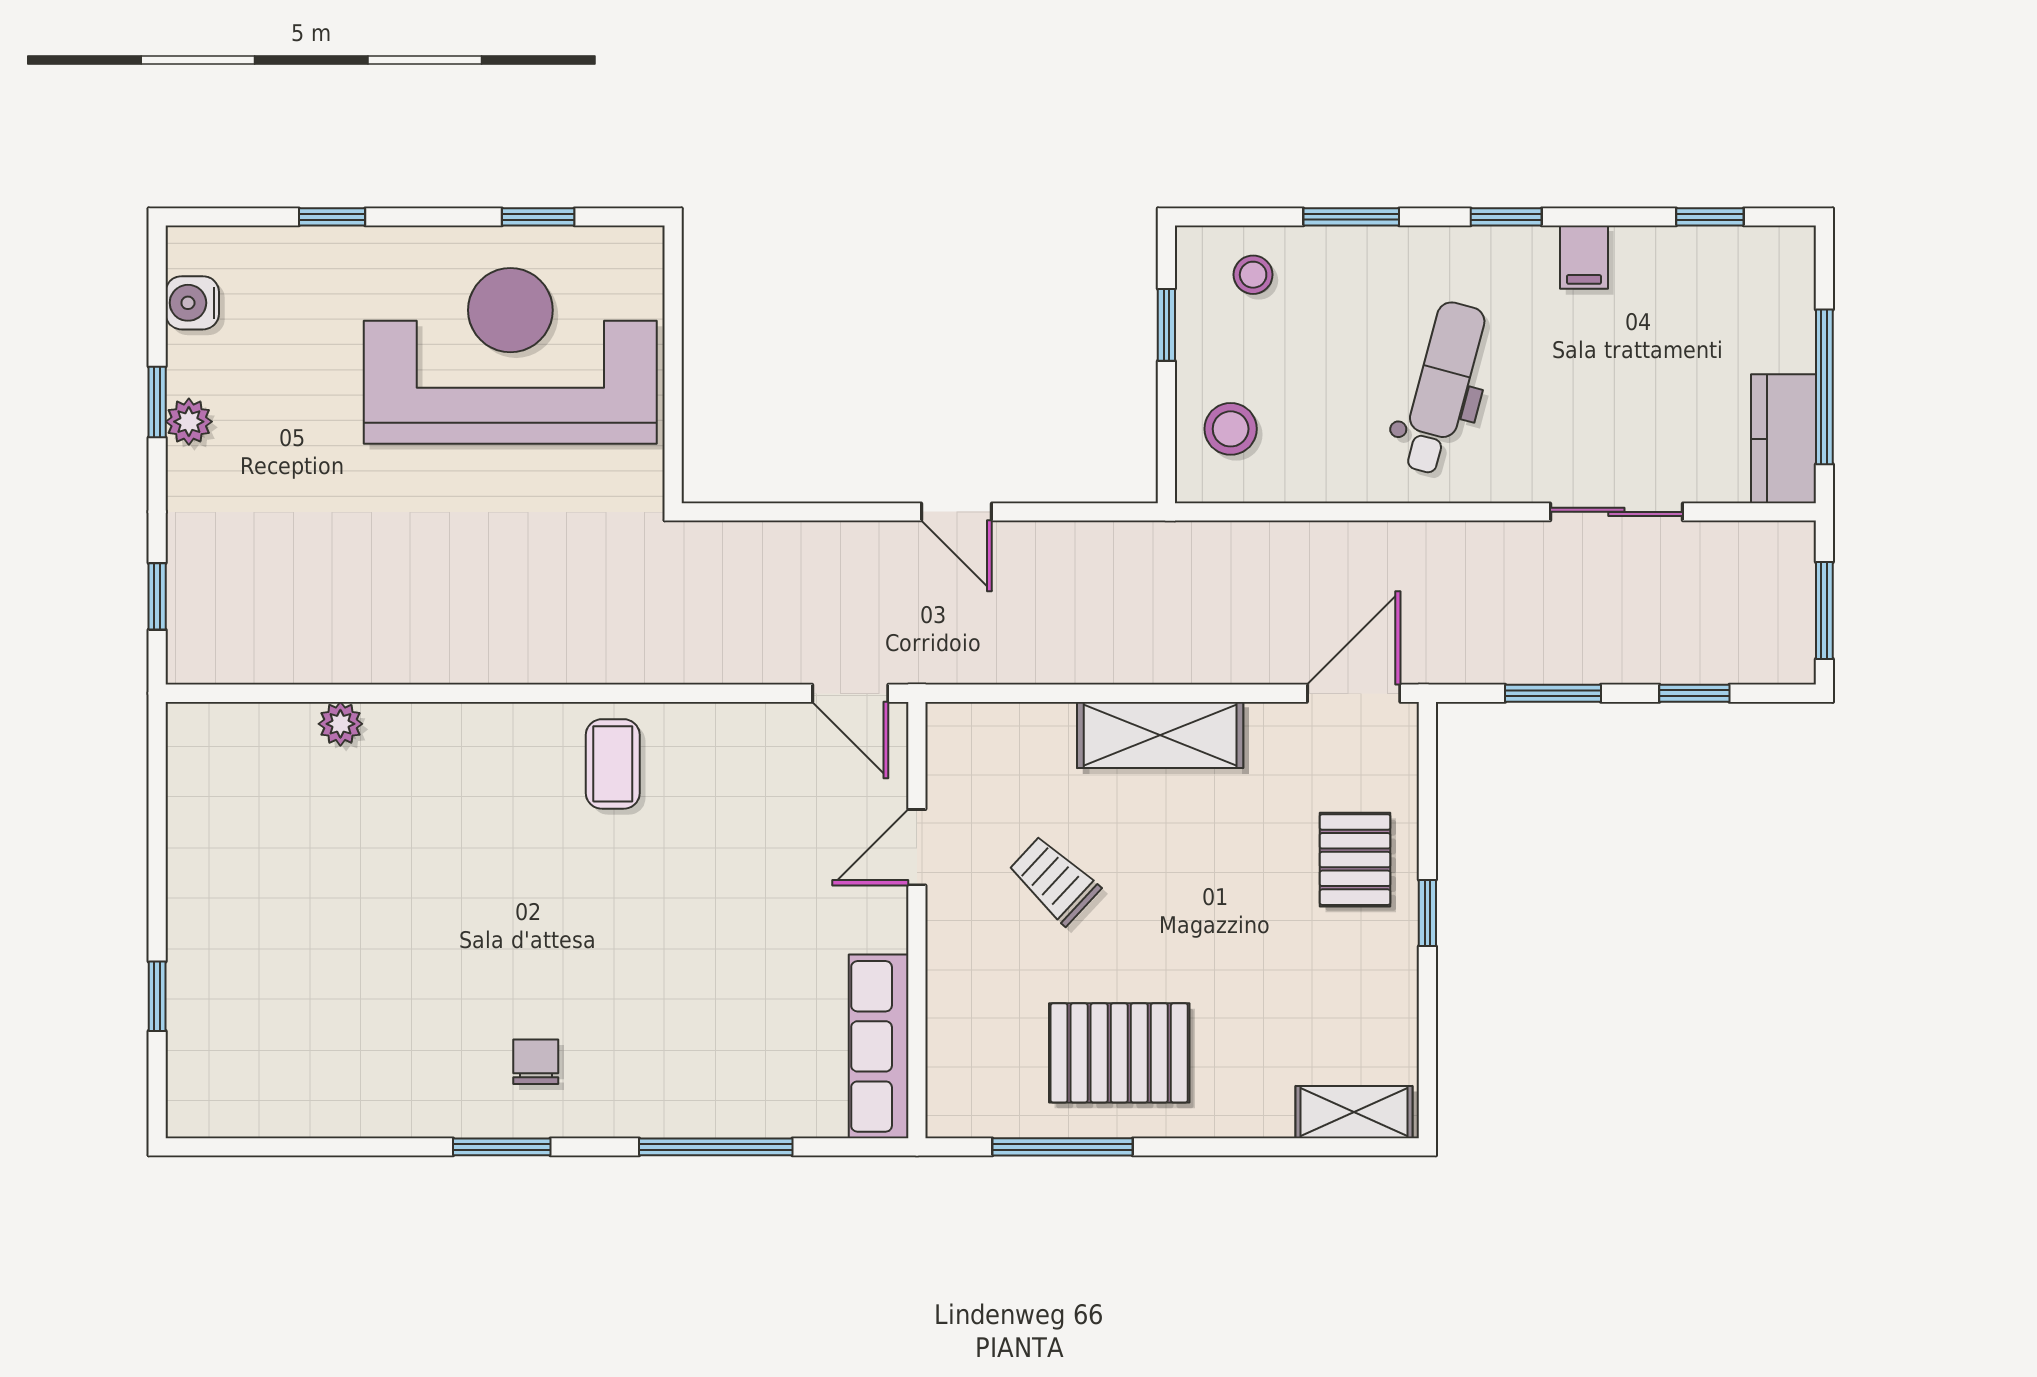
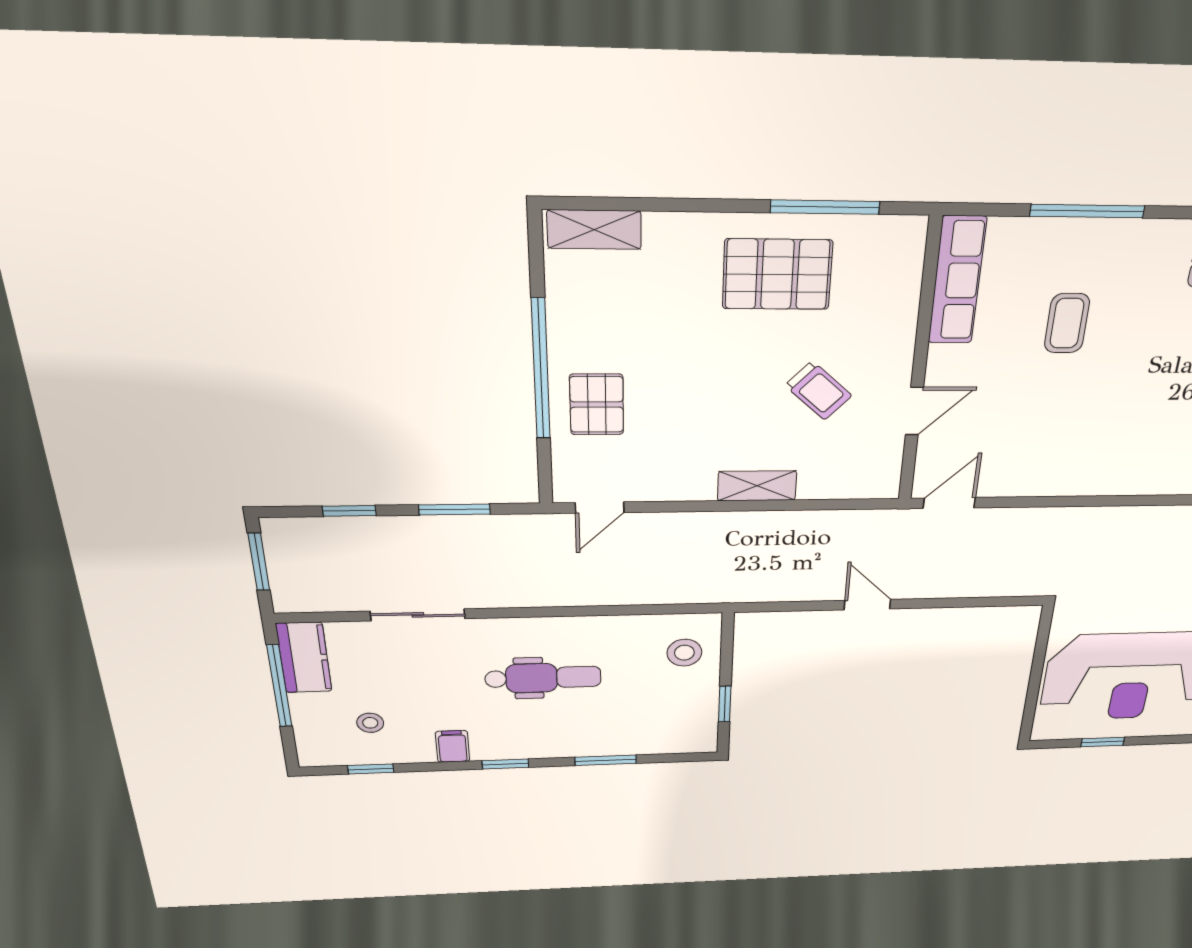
stool: (1253, 275) -> (370, 723), moved
dental chair: (1442, 388) -> (543, 678), turned -105
door: (850, 693) -> (949, 503), hinge flipped
door: (1354, 693) -> (600, 508), width x0.73
shelving: (1160, 735) -> (757, 486), width x0.67, depth x0.75
coffee table: (613, 764) -> (1067, 323), moved
window: (1427, 913) -> (541, 370), width x3.17

